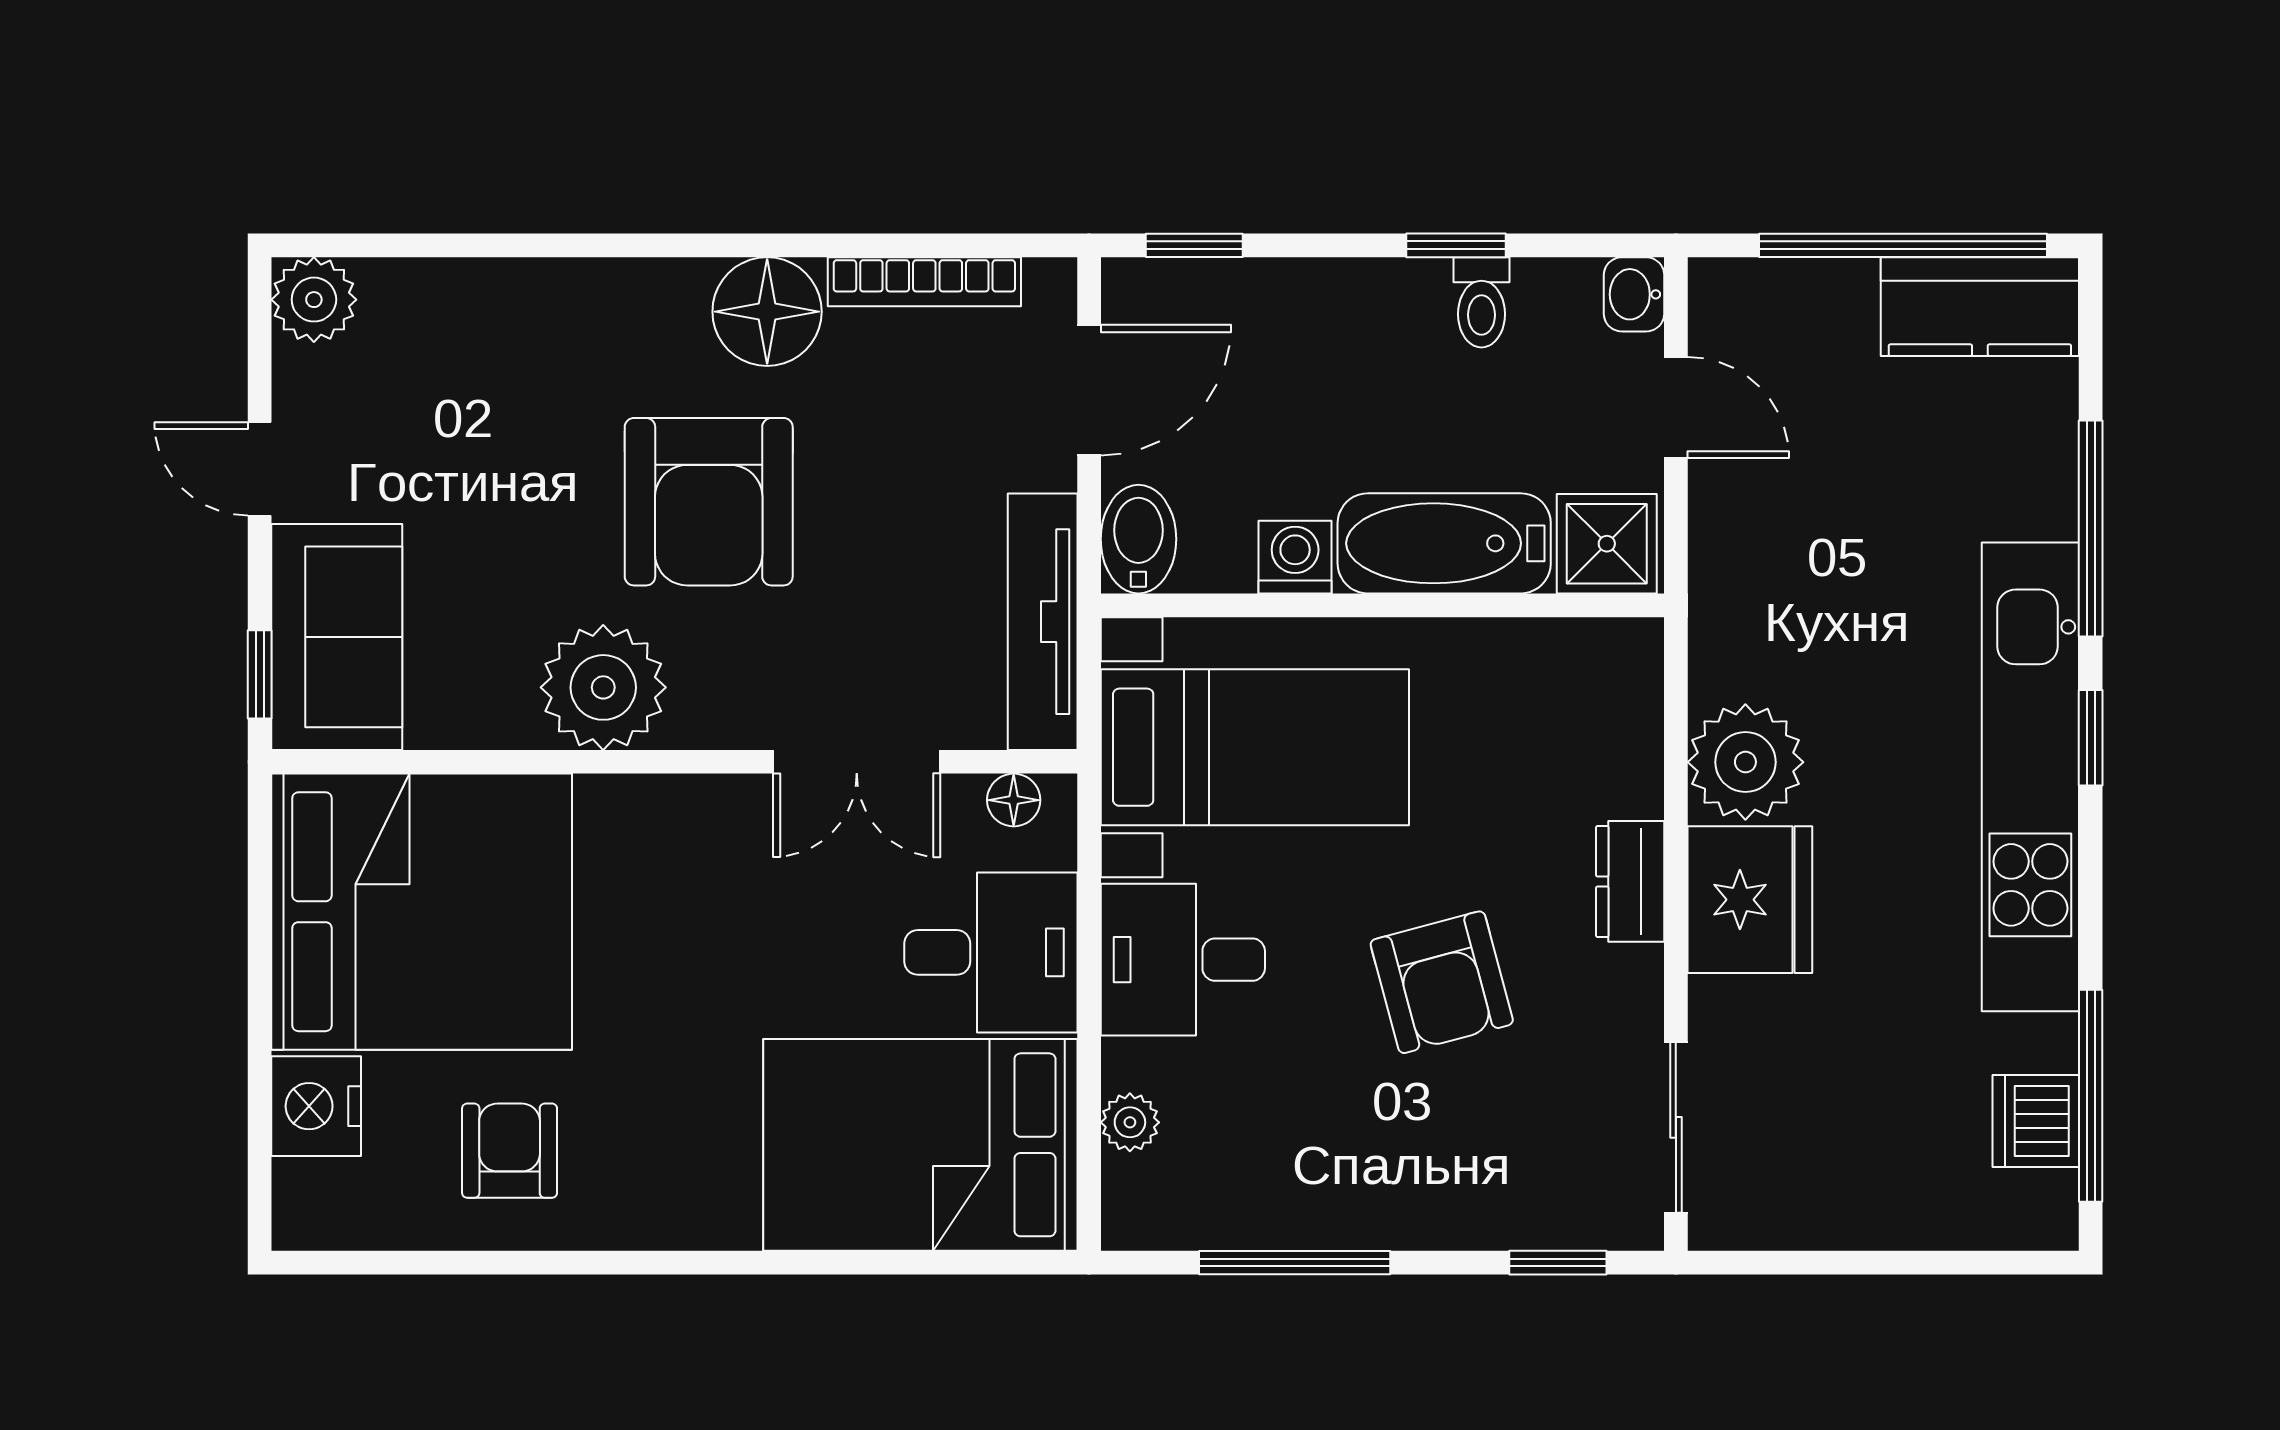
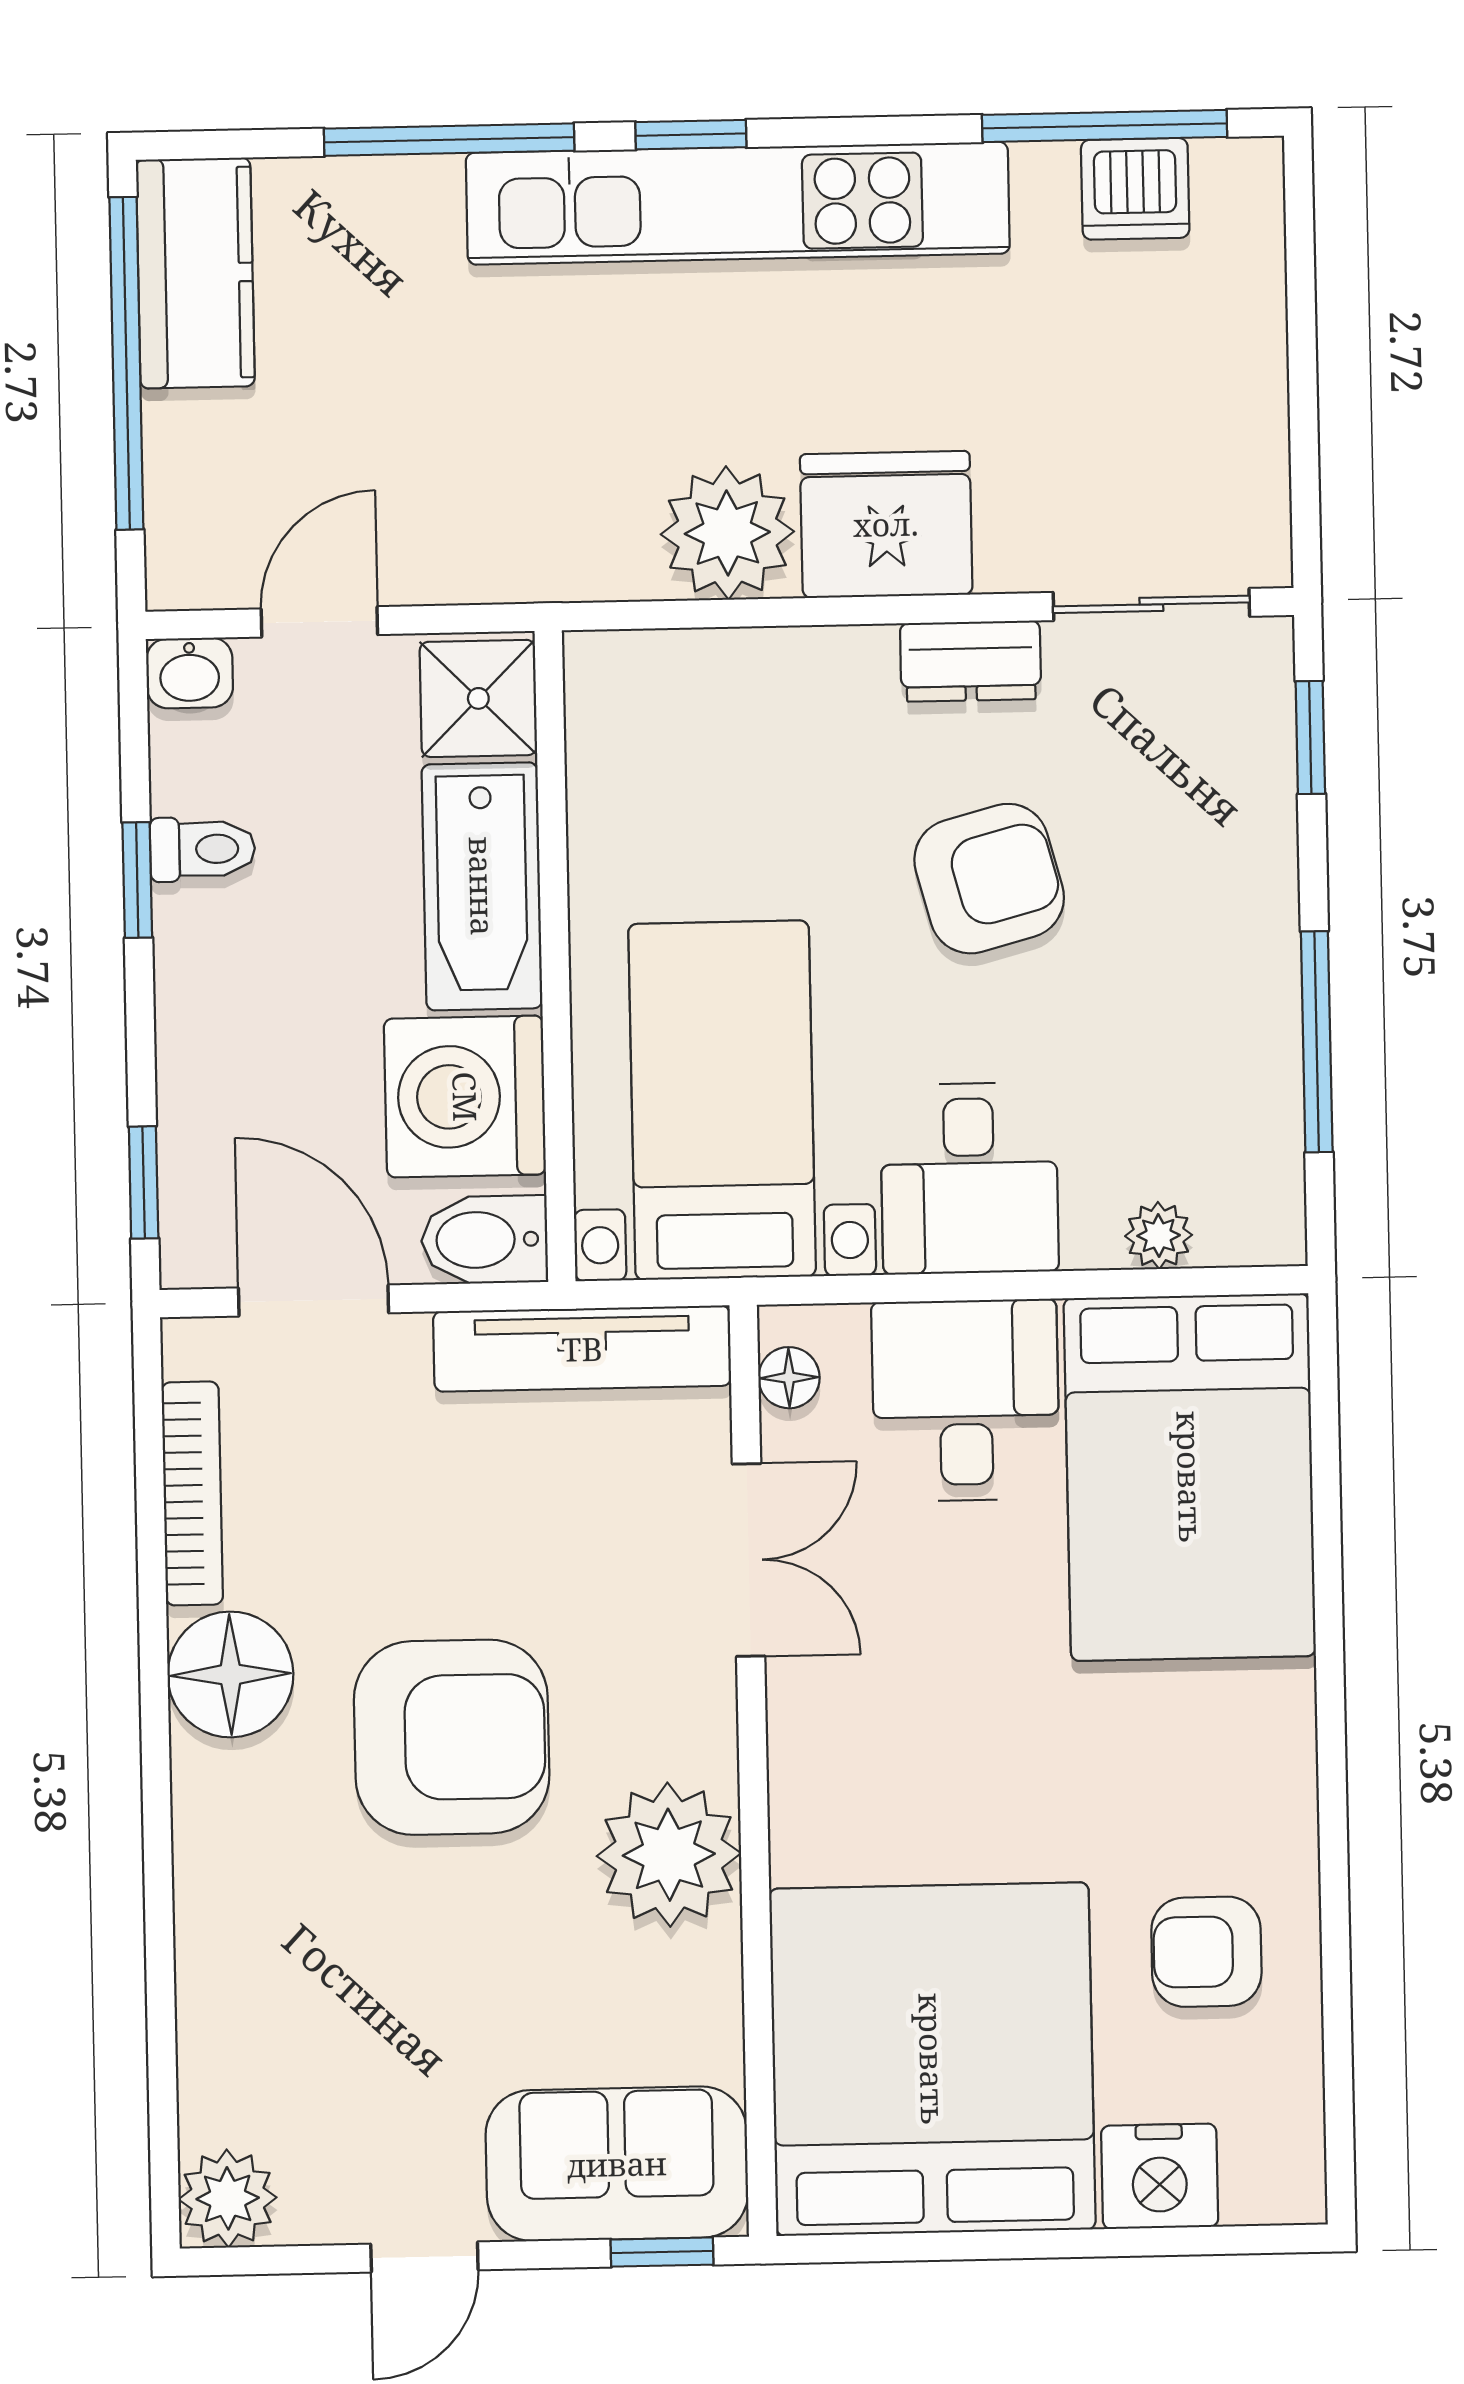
washing machine: (1295, 557) -> (465, 1097), width x1.89, depth x1.89
dresser: (1630, 881) -> (971, 661), moved

